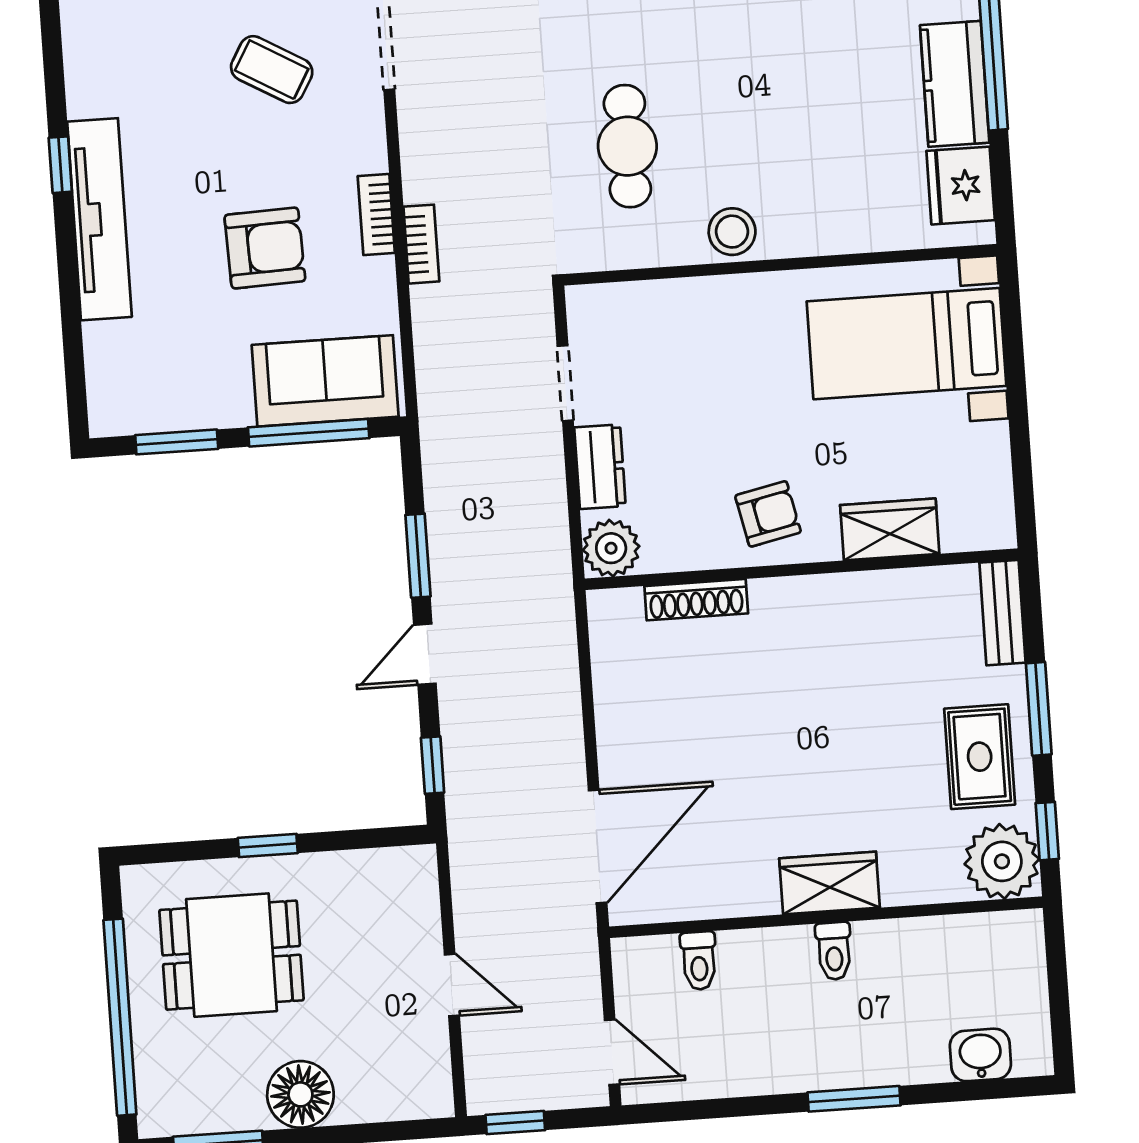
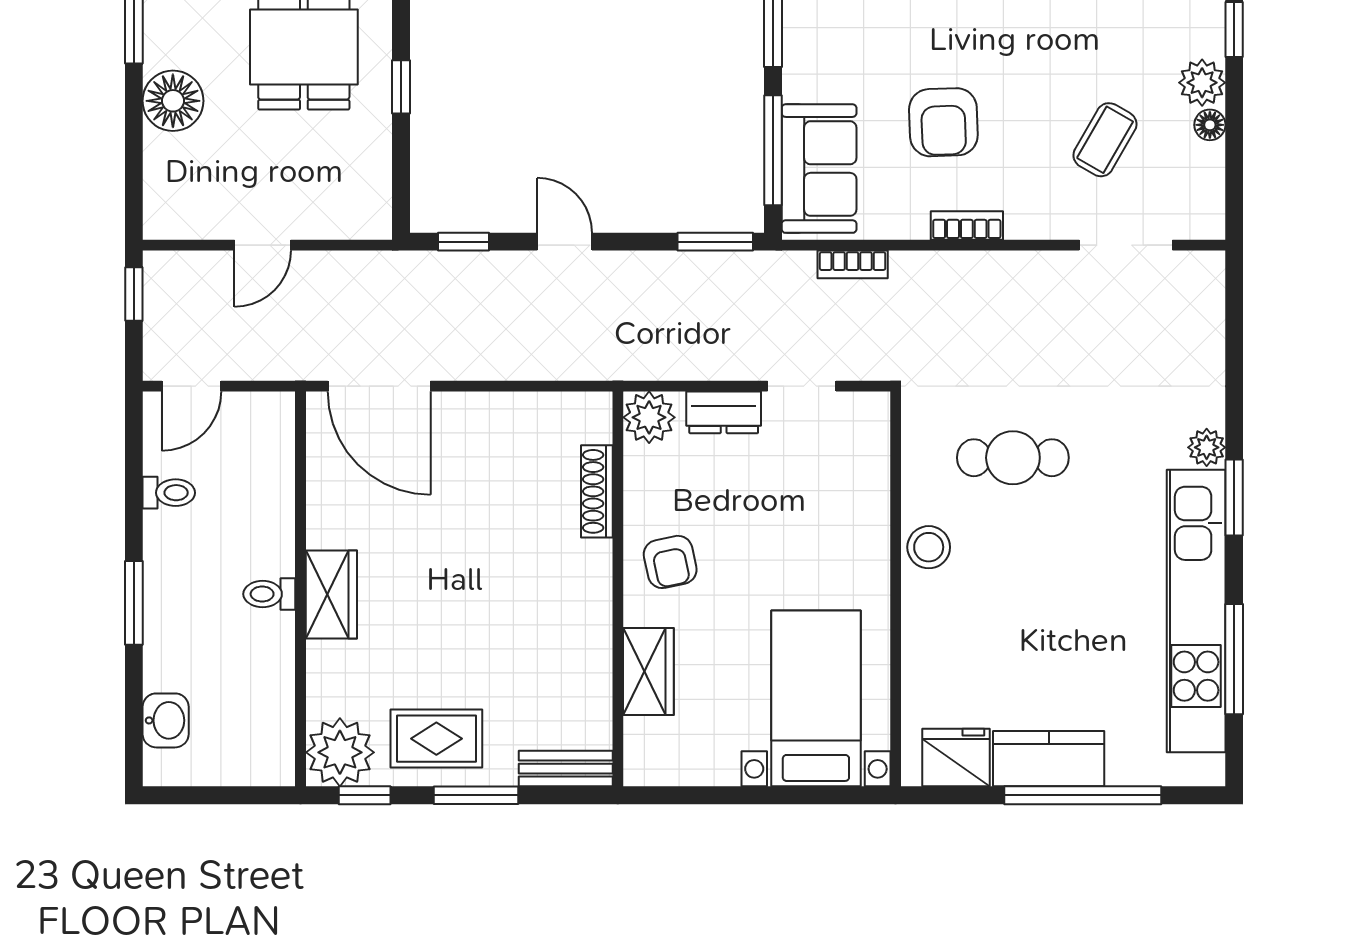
bookcase: (421, 244) -> (853, 264), moved
window: (418, 556) -> (715, 242), moved
toilet: (699, 961) -> (169, 493), moved, turned 180

